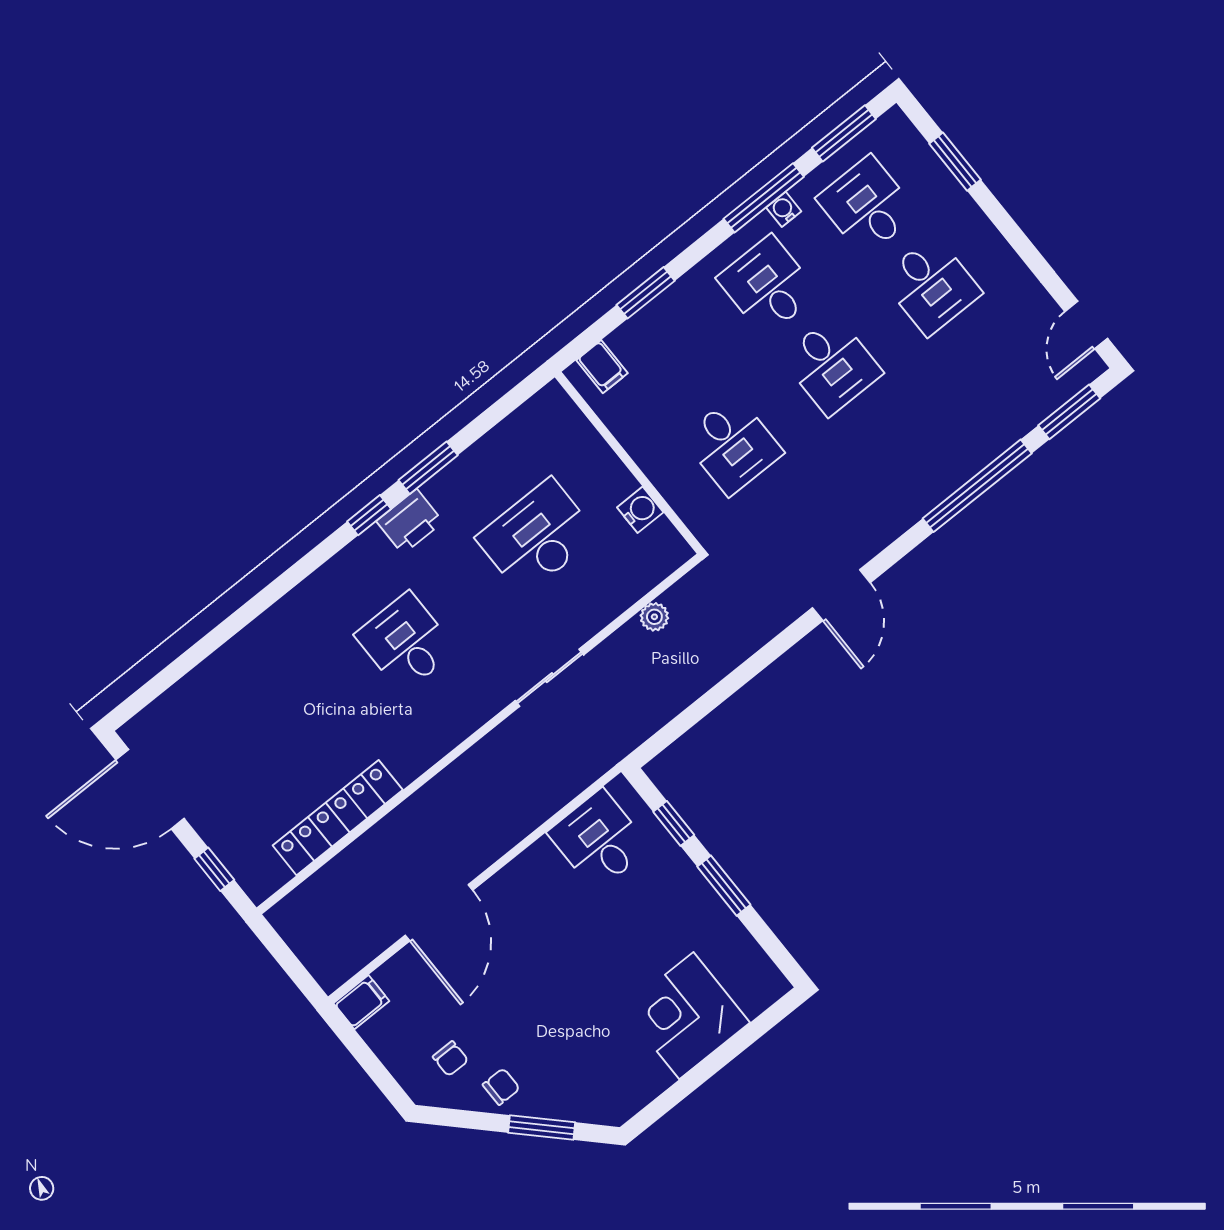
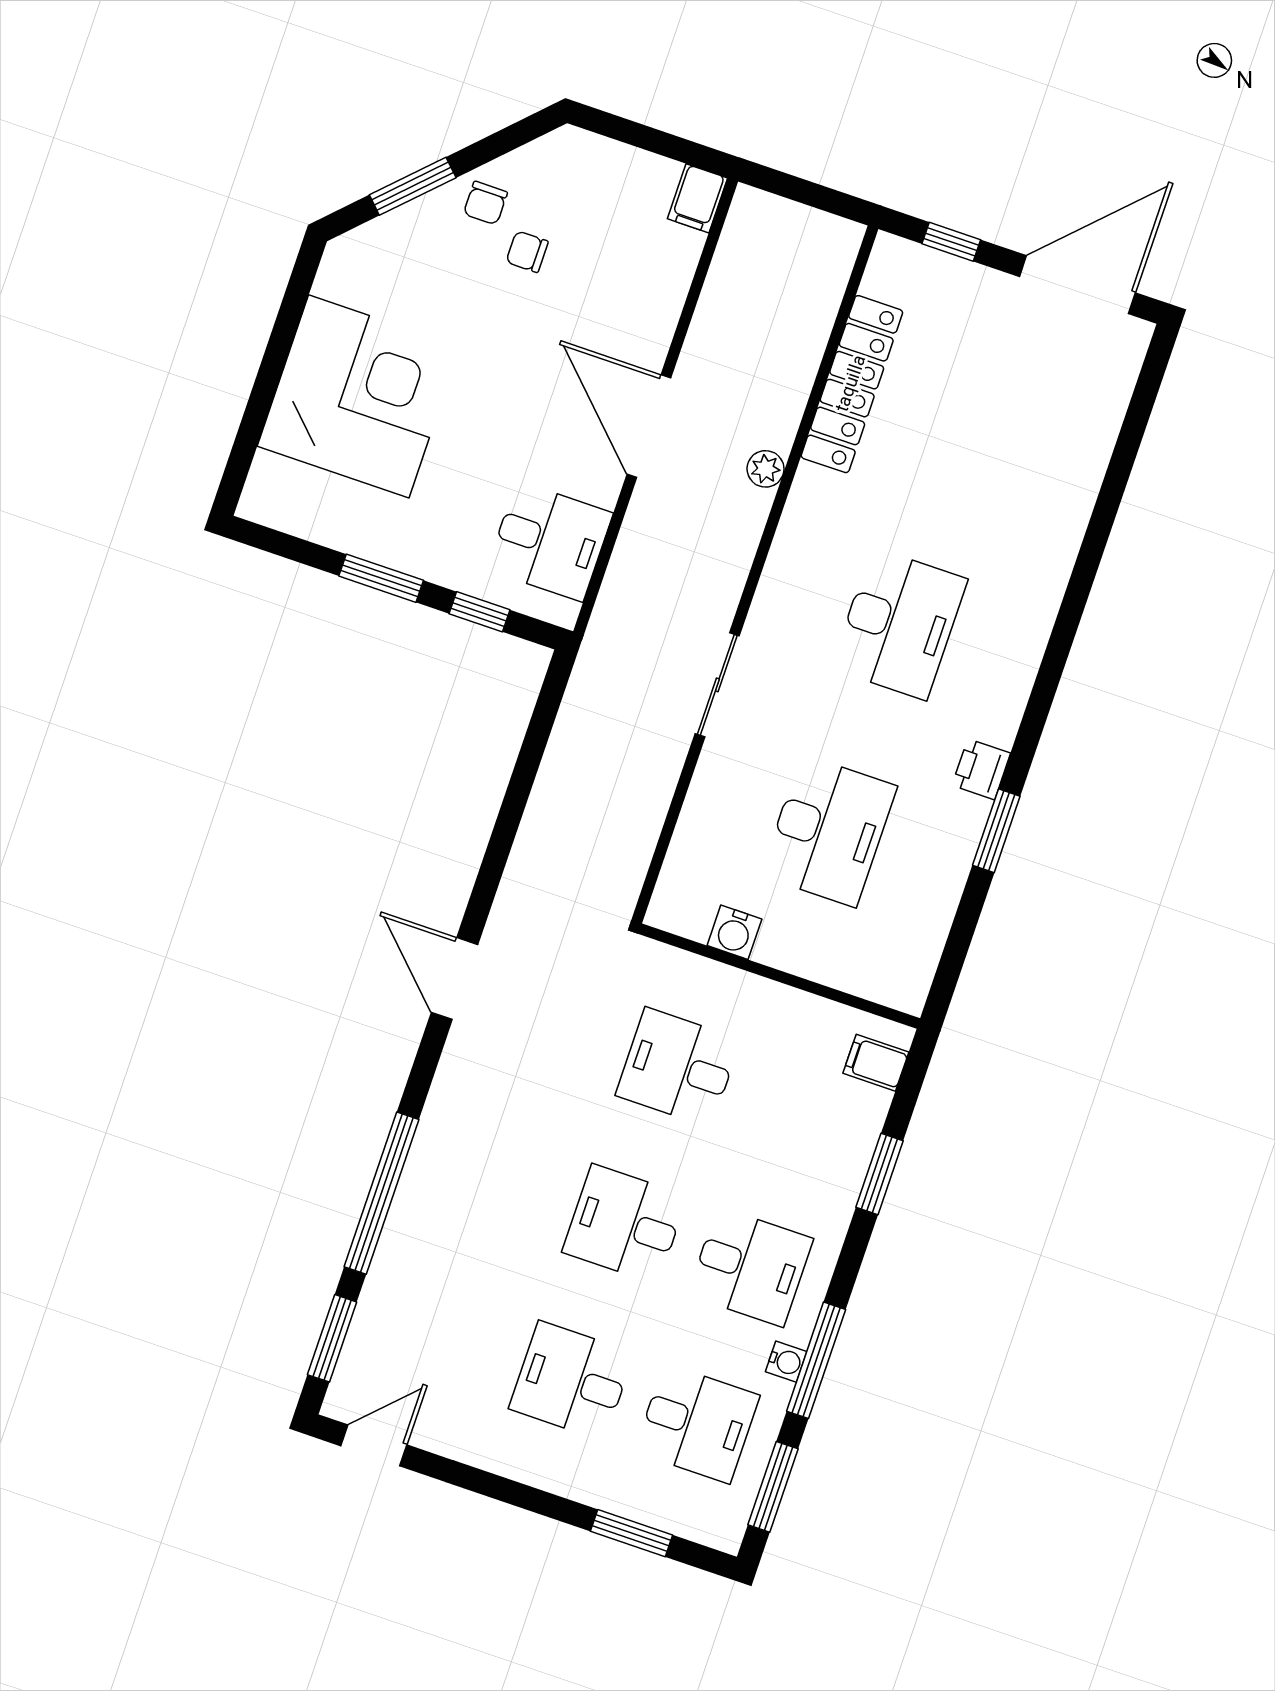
door: (1086, 325) -> (374, 1445), hinge flipped
window: (369, 515) -> (1028, 738), removed
printer: (410, 522) -> (981, 769), width x0.73, depth x0.81
plant: (654, 617) -> (766, 469), moved
desk: (406, 642) -> (899, 624), width x1.37
door: (439, 913) -> (649, 426), moved
corner desk: (686, 1016) -> (359, 396), width x1.36, depth x1.36
chair: (450, 1059) -> (527, 252), moved

